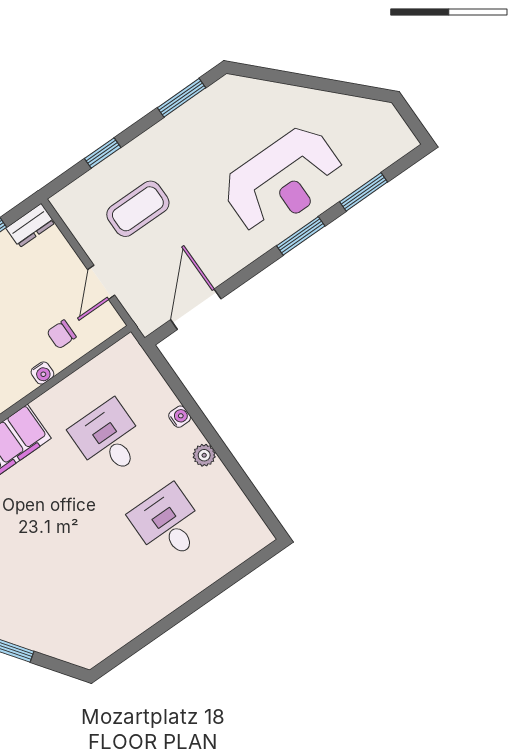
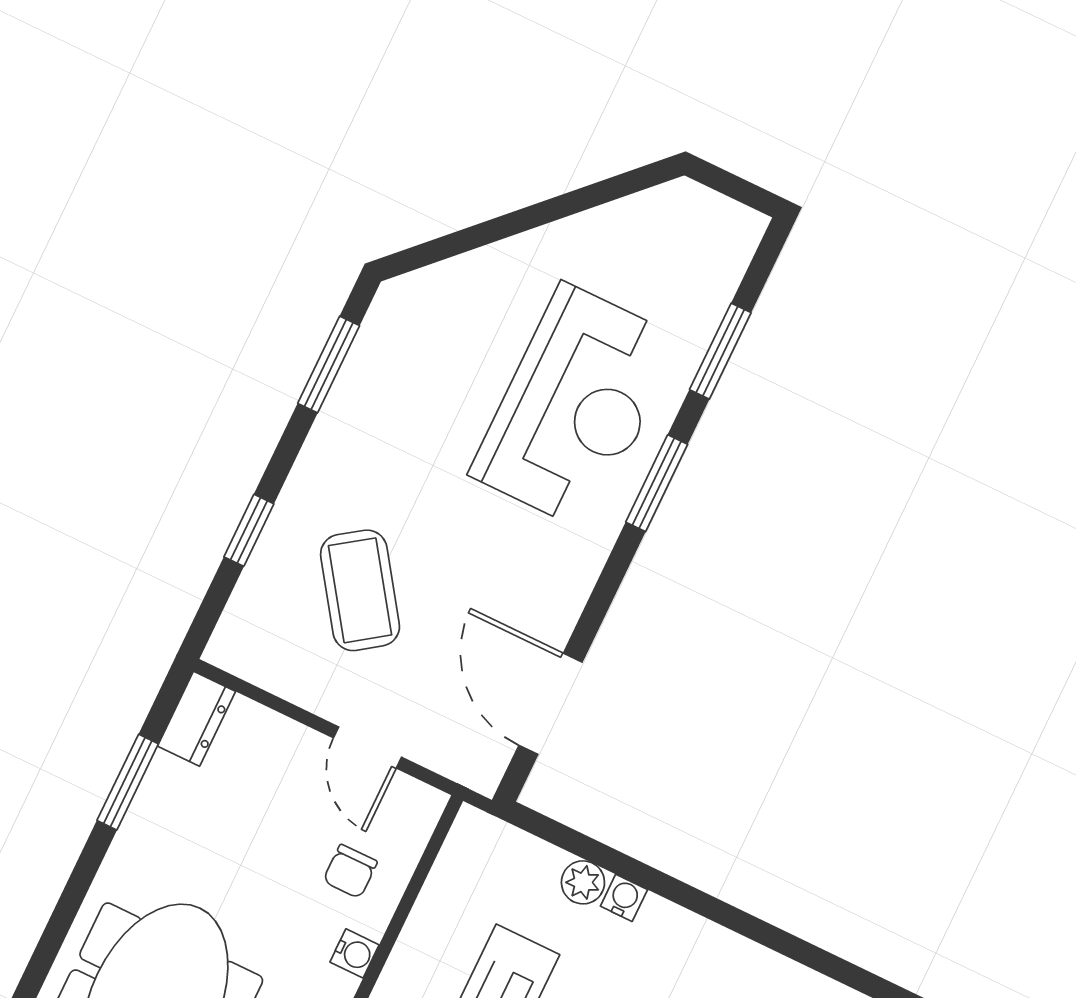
coffee table: (138, 209) -> (360, 590), turned -35
plant: (204, 455) -> (583, 882), moved

